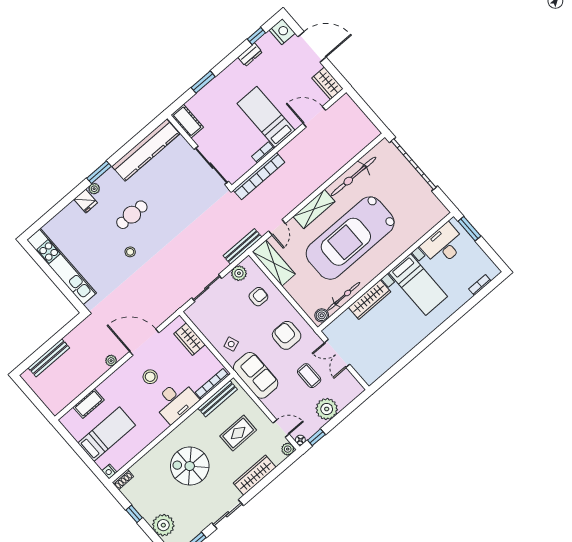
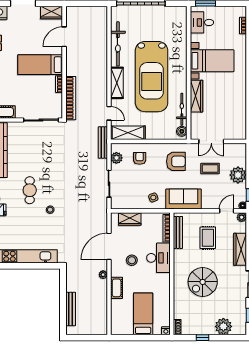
desk: (443, 245) -> (202, 22), width x0.73
armchair: (287, 335) -> (176, 161), turned 180
cot: (89, 404) -> (117, 288), moved

